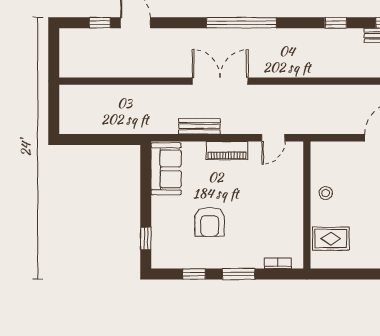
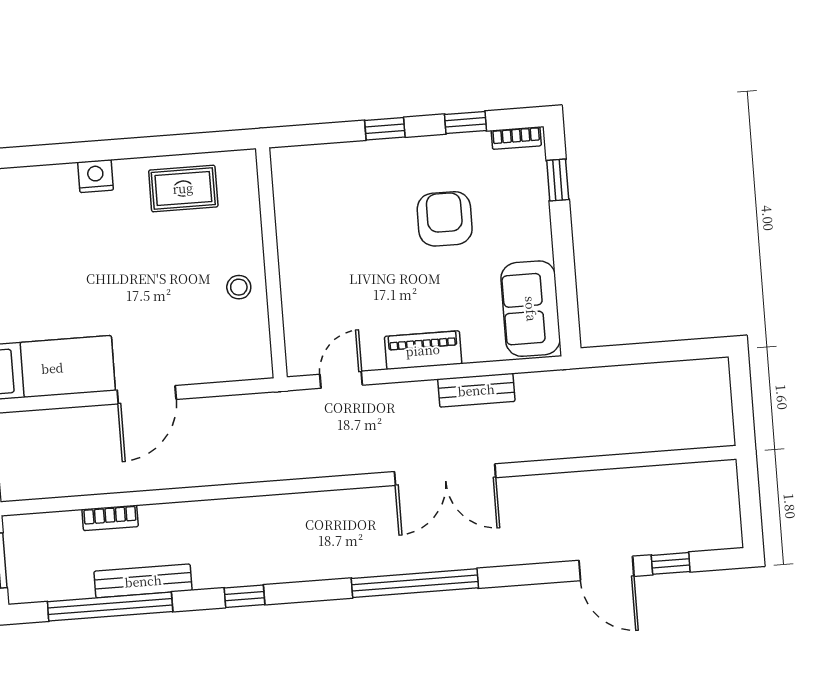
rug: (331, 239) -> (183, 188), moved
bookcase: (278, 263) -> (516, 138), moved
window: (239, 274) -> (385, 129), width x0.67

